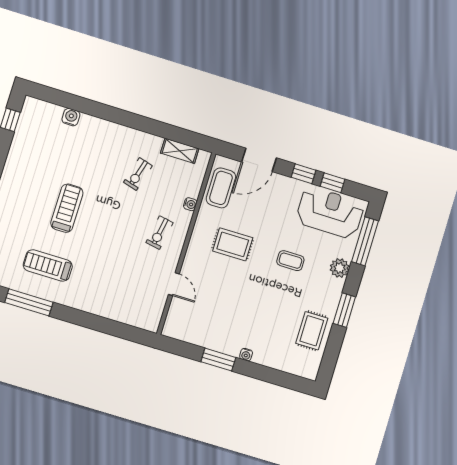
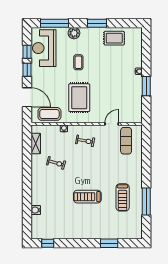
rug: (233, 244) -> (79, 98), width x1.36, depth x1.43
exercise mat: (139, 299) -> (126, 141), added

